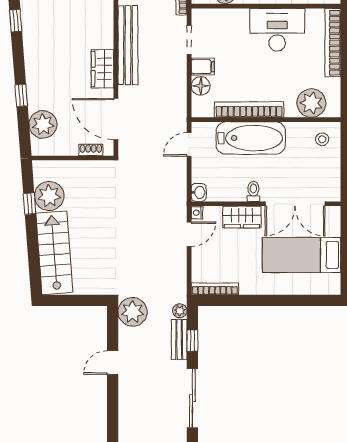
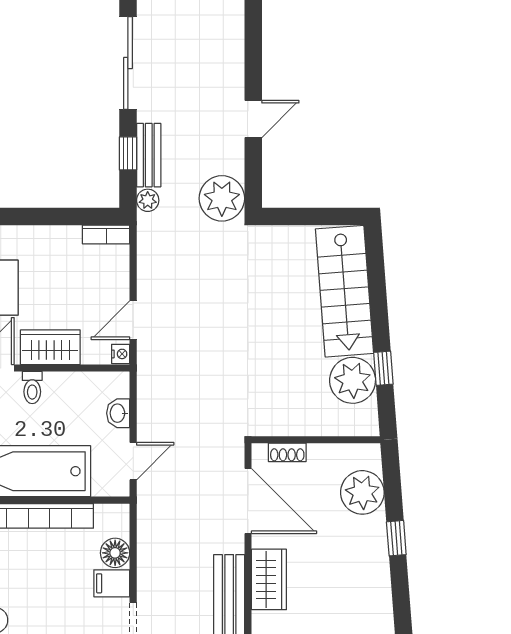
washbasin: (199, 192) -> (118, 413), moved
bookcase: (215, 289) -> (106, 234), width x0.64

